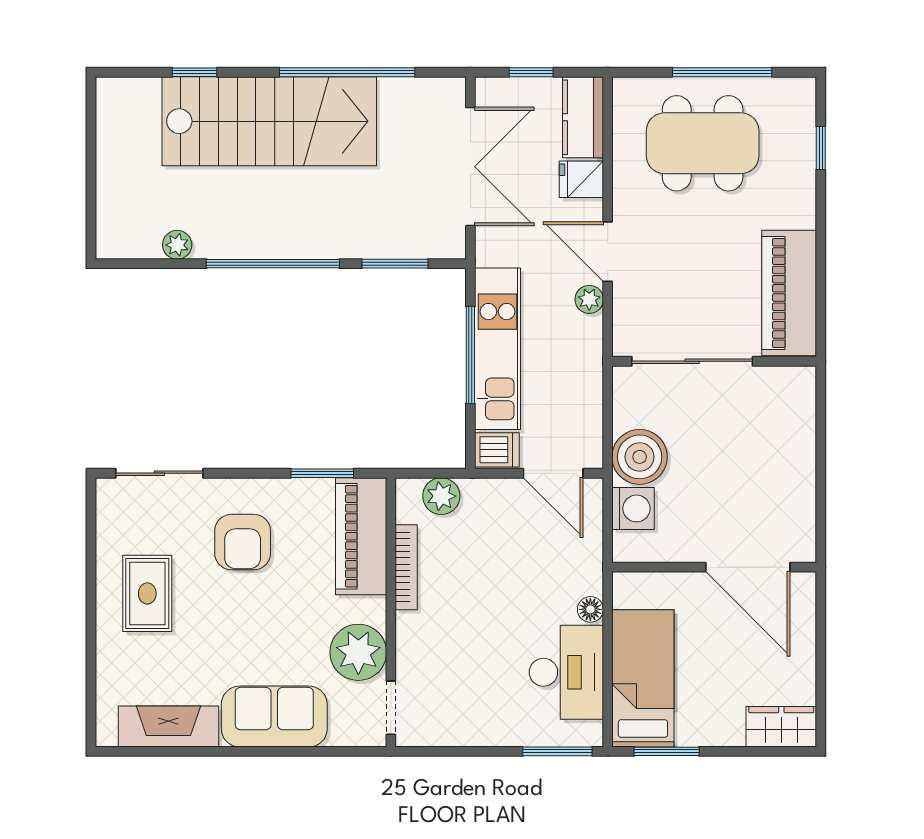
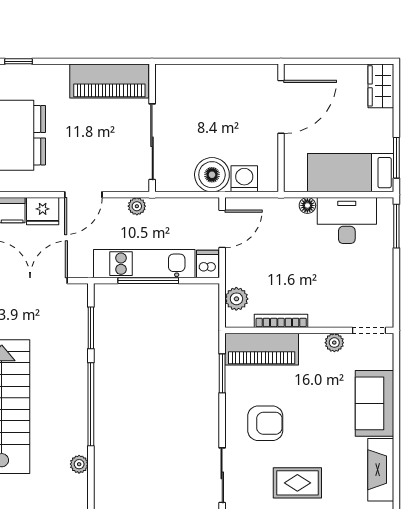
fridge: (581, 179) -> (43, 211), width x1.38
plant: (589, 299) -> (137, 206), moved
plant: (358, 652) -> (334, 343), width x0.53, depth x0.53

